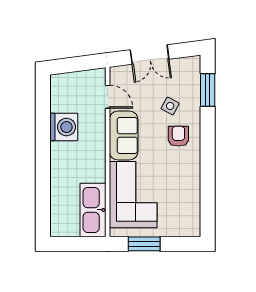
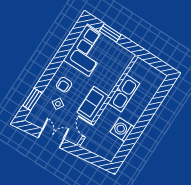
corner sofa: (133, 195) -> (87, 51), moved, turned 180
kitchen sink: (93, 210) -> (124, 93), moved
window: (144, 244) -> (110, 33), moved

